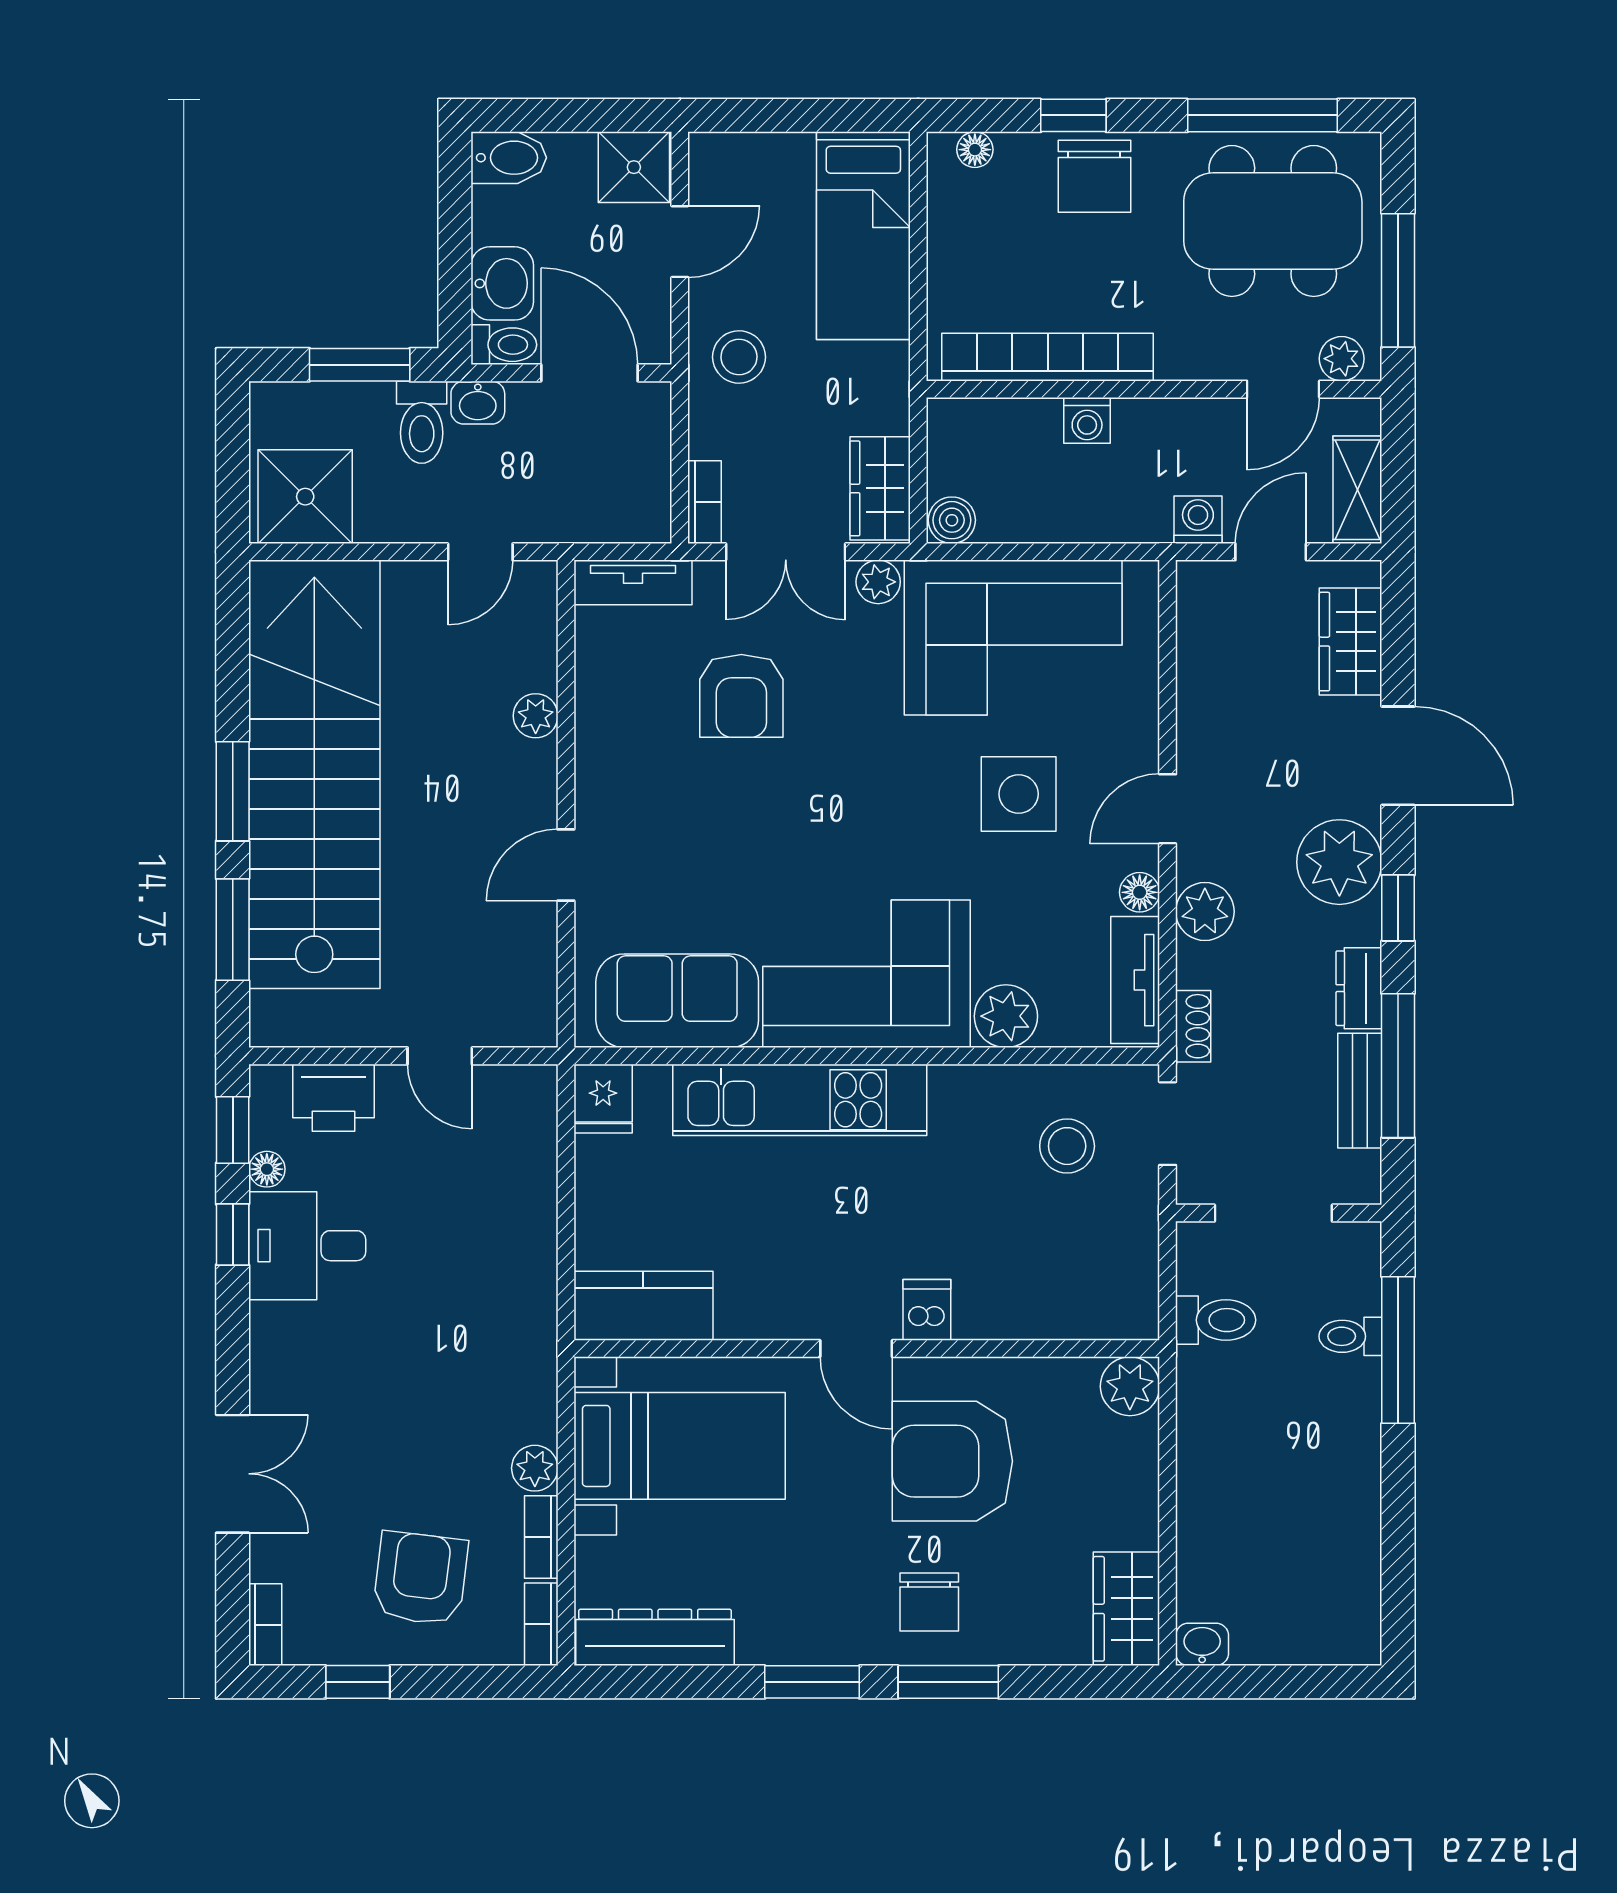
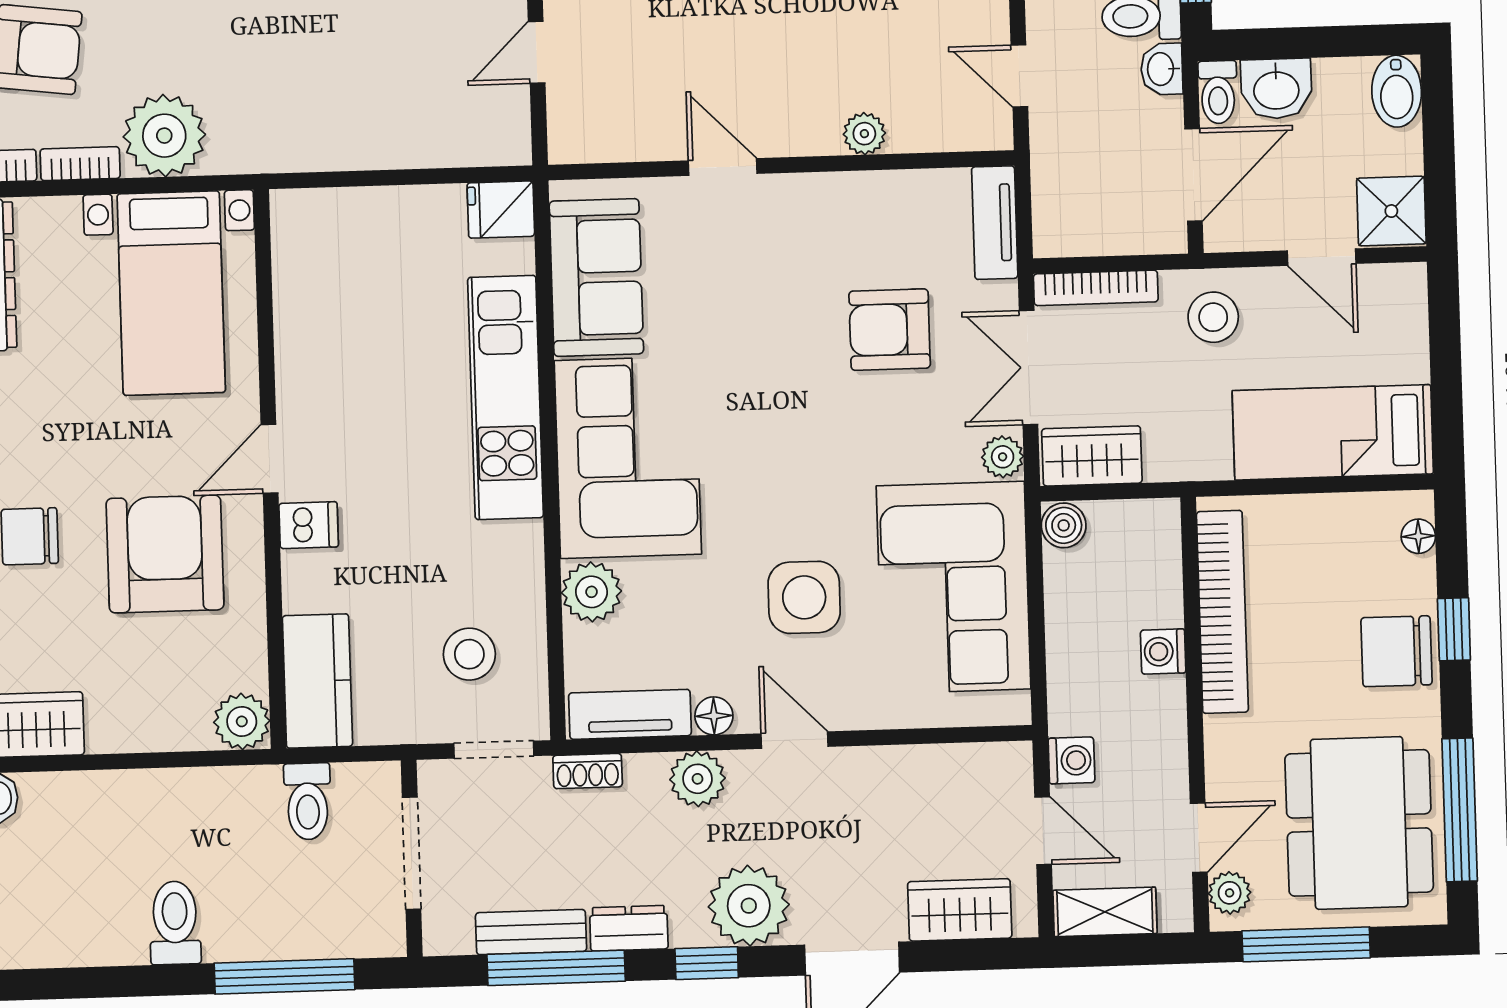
door: (1283, 389) -> (1199, 838), swing flipped
bookcase: (704, 502) -> (1096, 288), width x1.56
kitchen counter: (643, 1306) -> (317, 681), moved
toilet: (1350, 1336) -> (175, 923), moved, width x1.37, depth x1.39
plant: (535, 1468) -> (164, 136), width x1.87, depth x1.87

